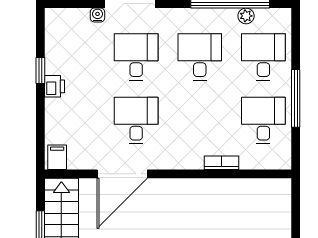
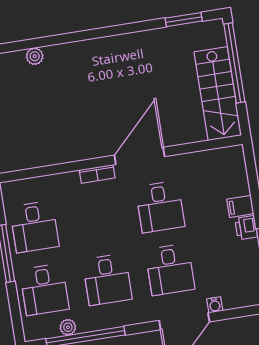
filing cabinet: (57, 157) -> (240, 206), moved, turned 90
bookcase: (221, 163) -> (97, 174), moved
door: (122, 174) -> (140, 156), moved

